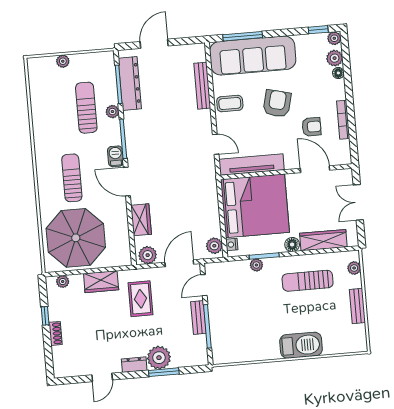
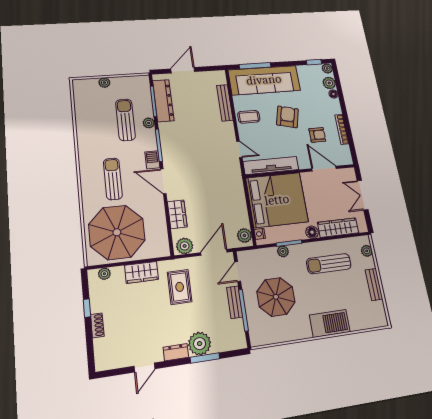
parasol: (244, 314) -> (276, 297), added

